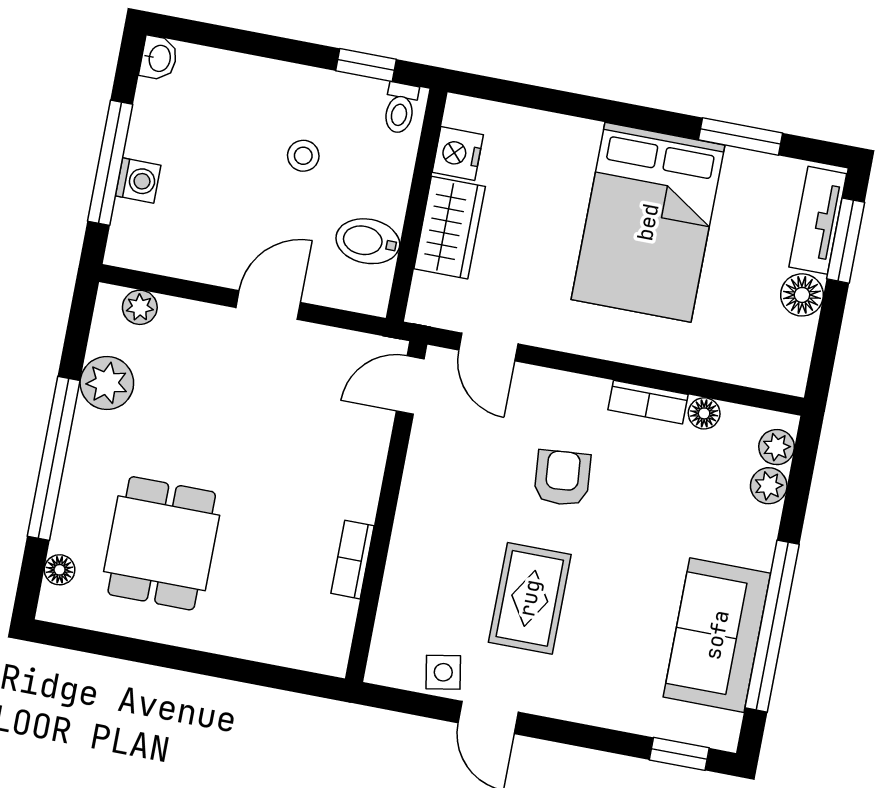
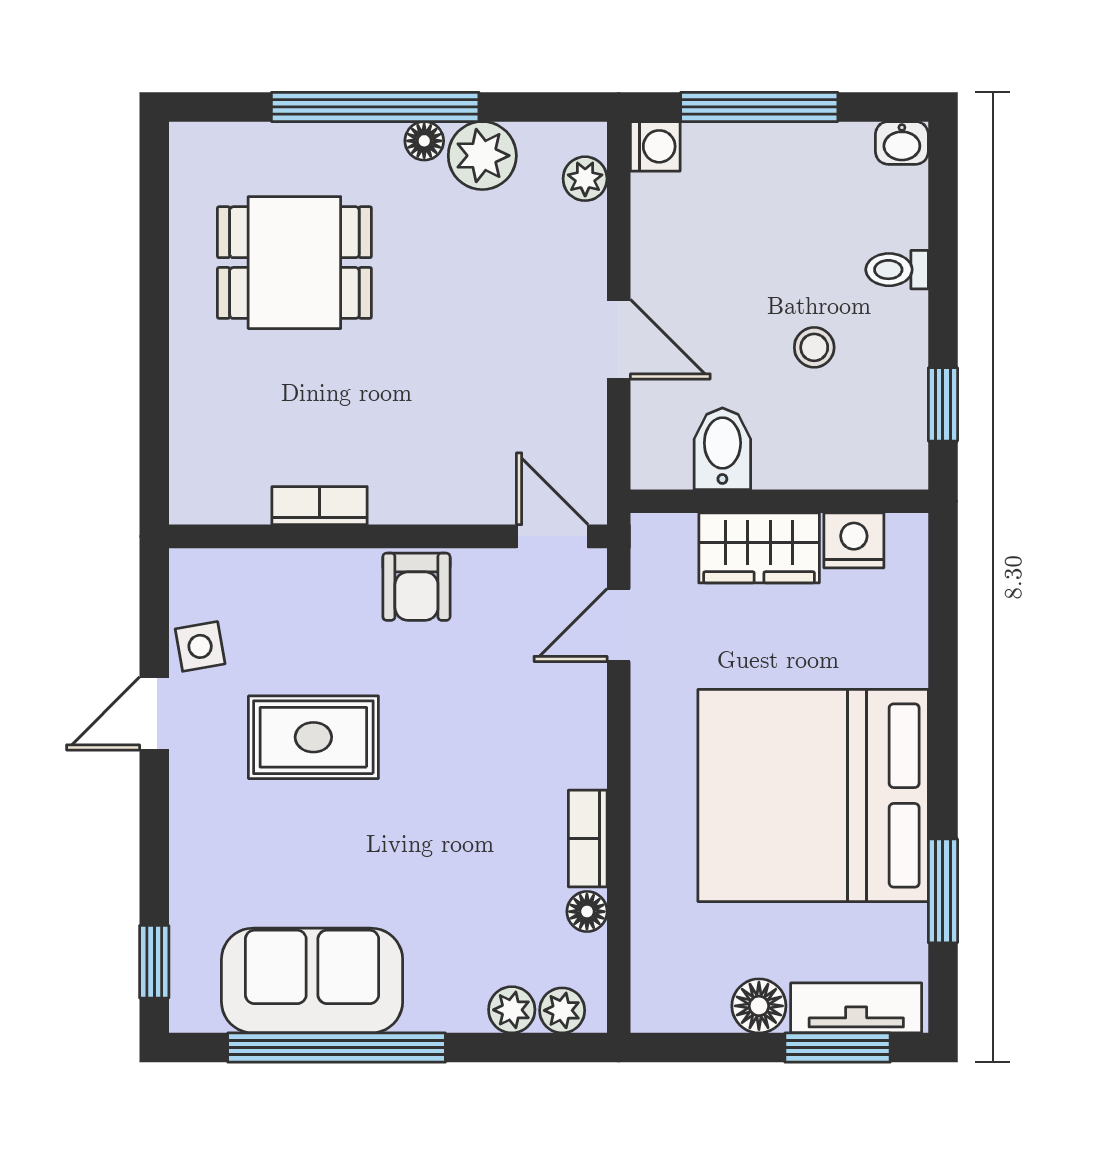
toilet: (400, 108) -> (897, 270), moved
washing machine: (138, 181) -> (655, 146), moved, turned -90
bed: (648, 222) -> (813, 795), width x1.36
armchair: (562, 478) -> (416, 587), moved, turned 95
floor lamp: (60, 570) -> (424, 141), moved

